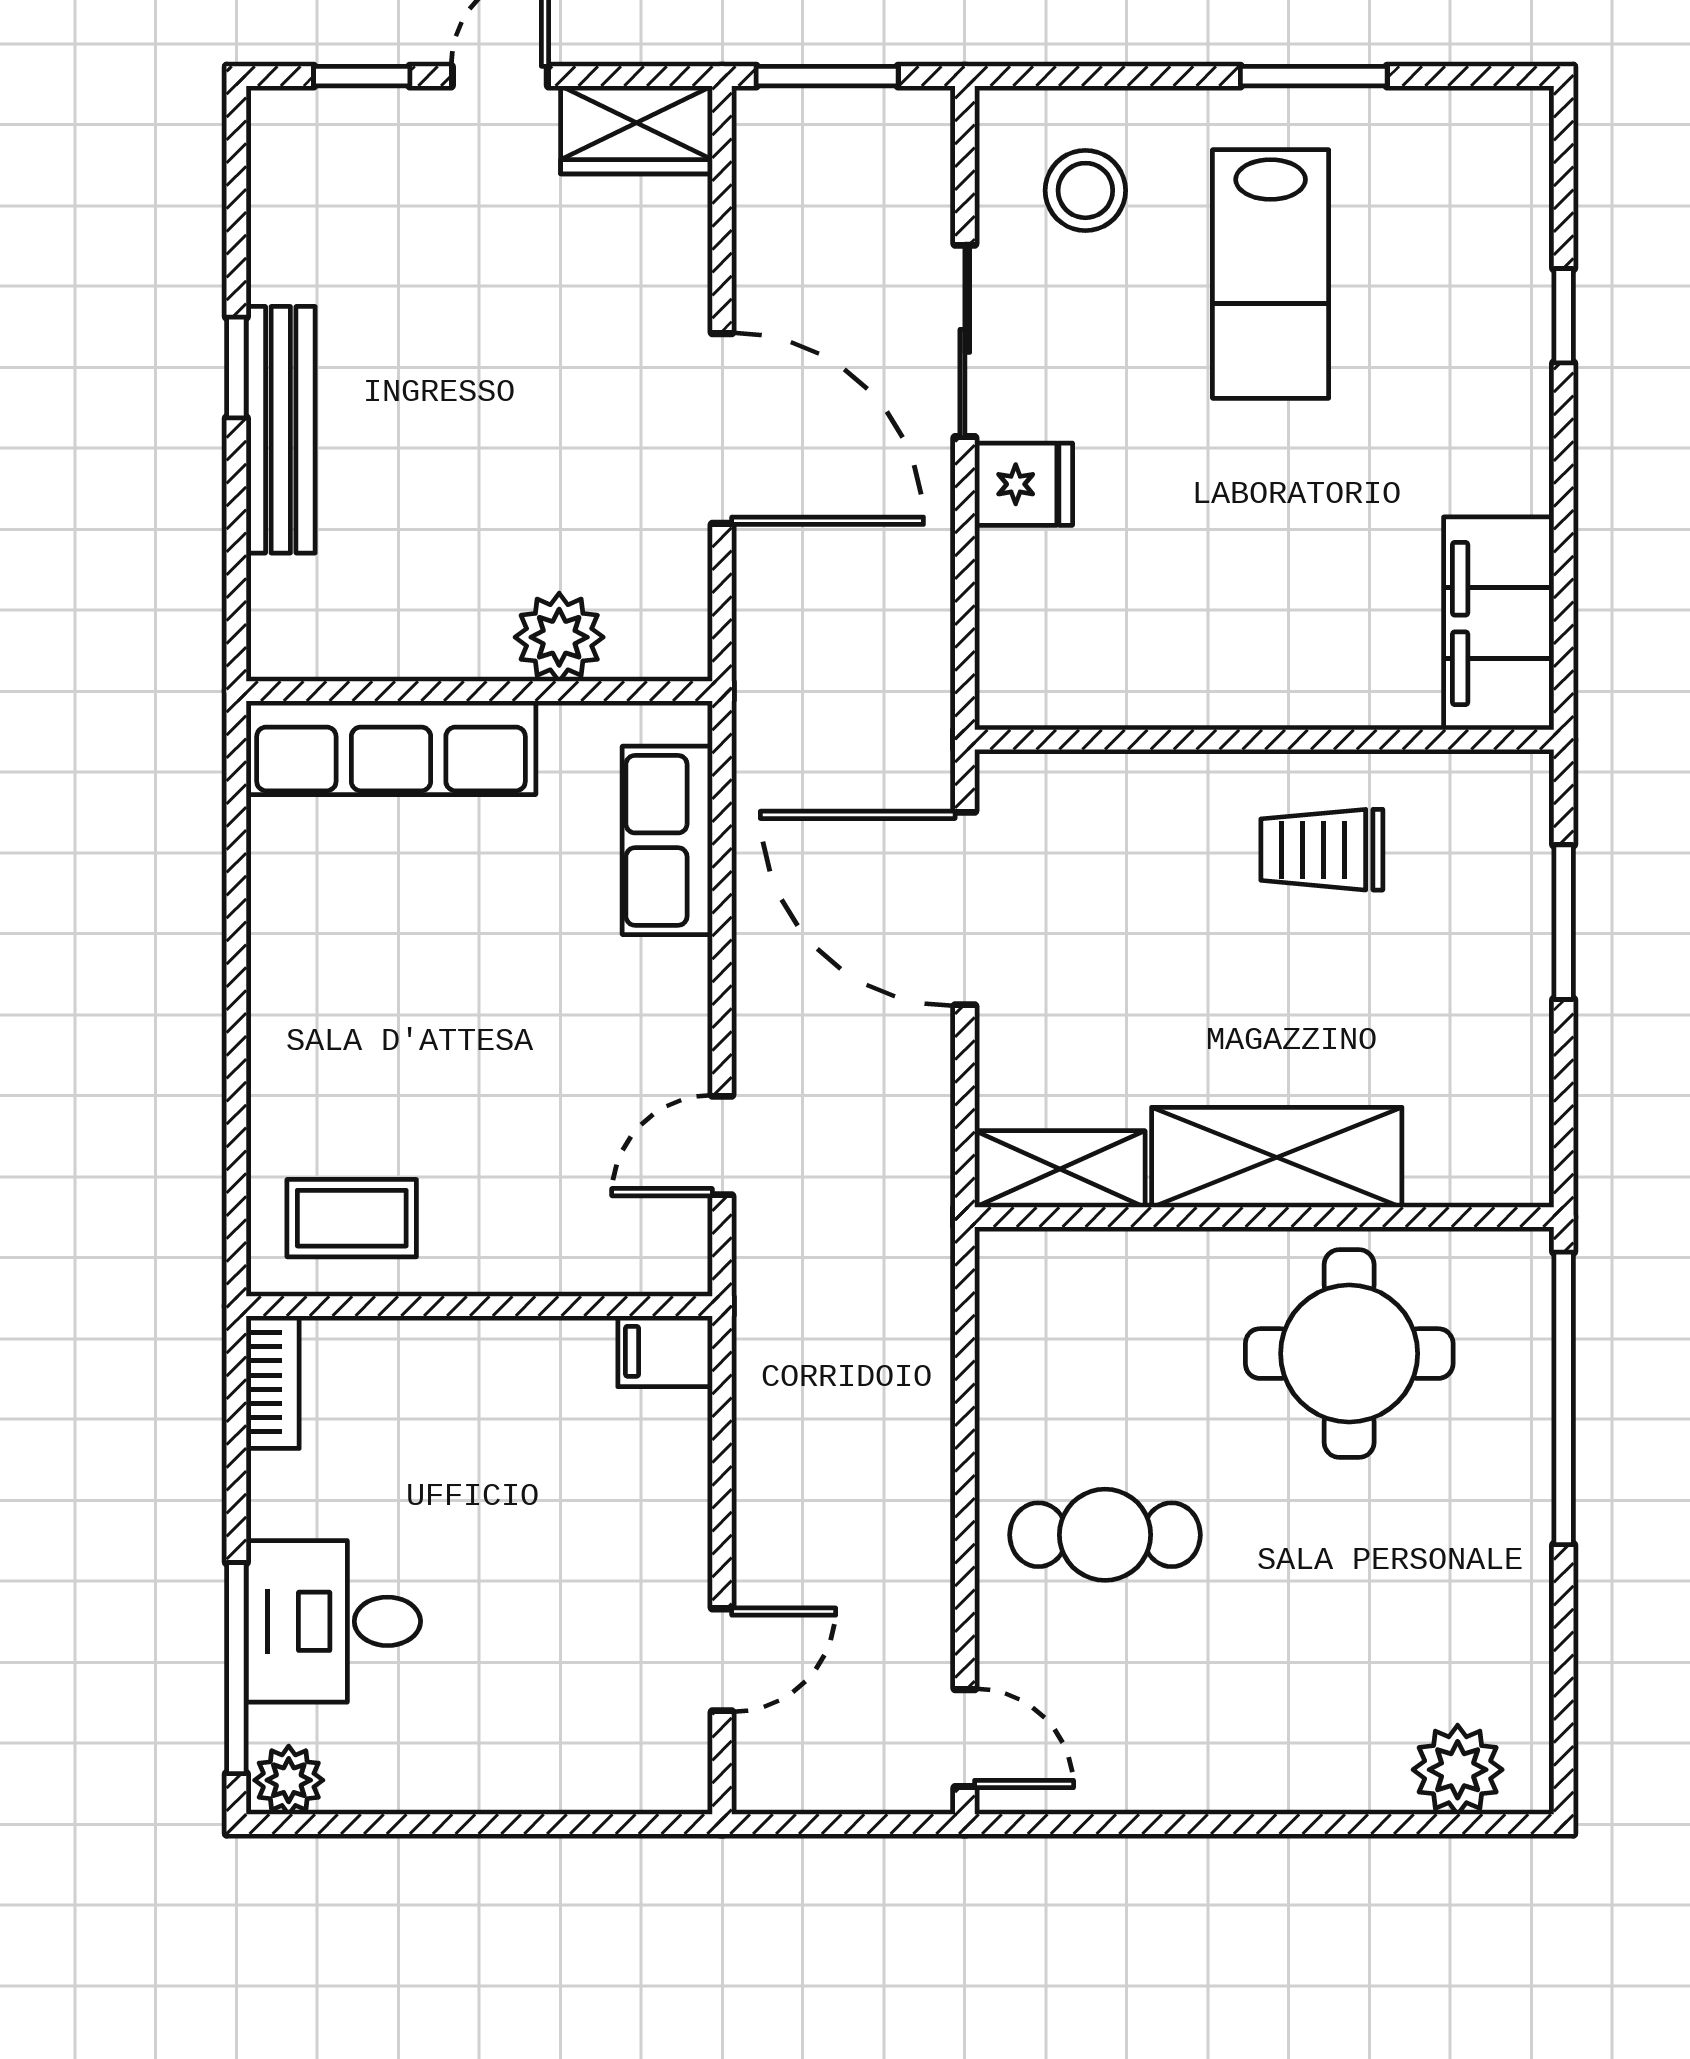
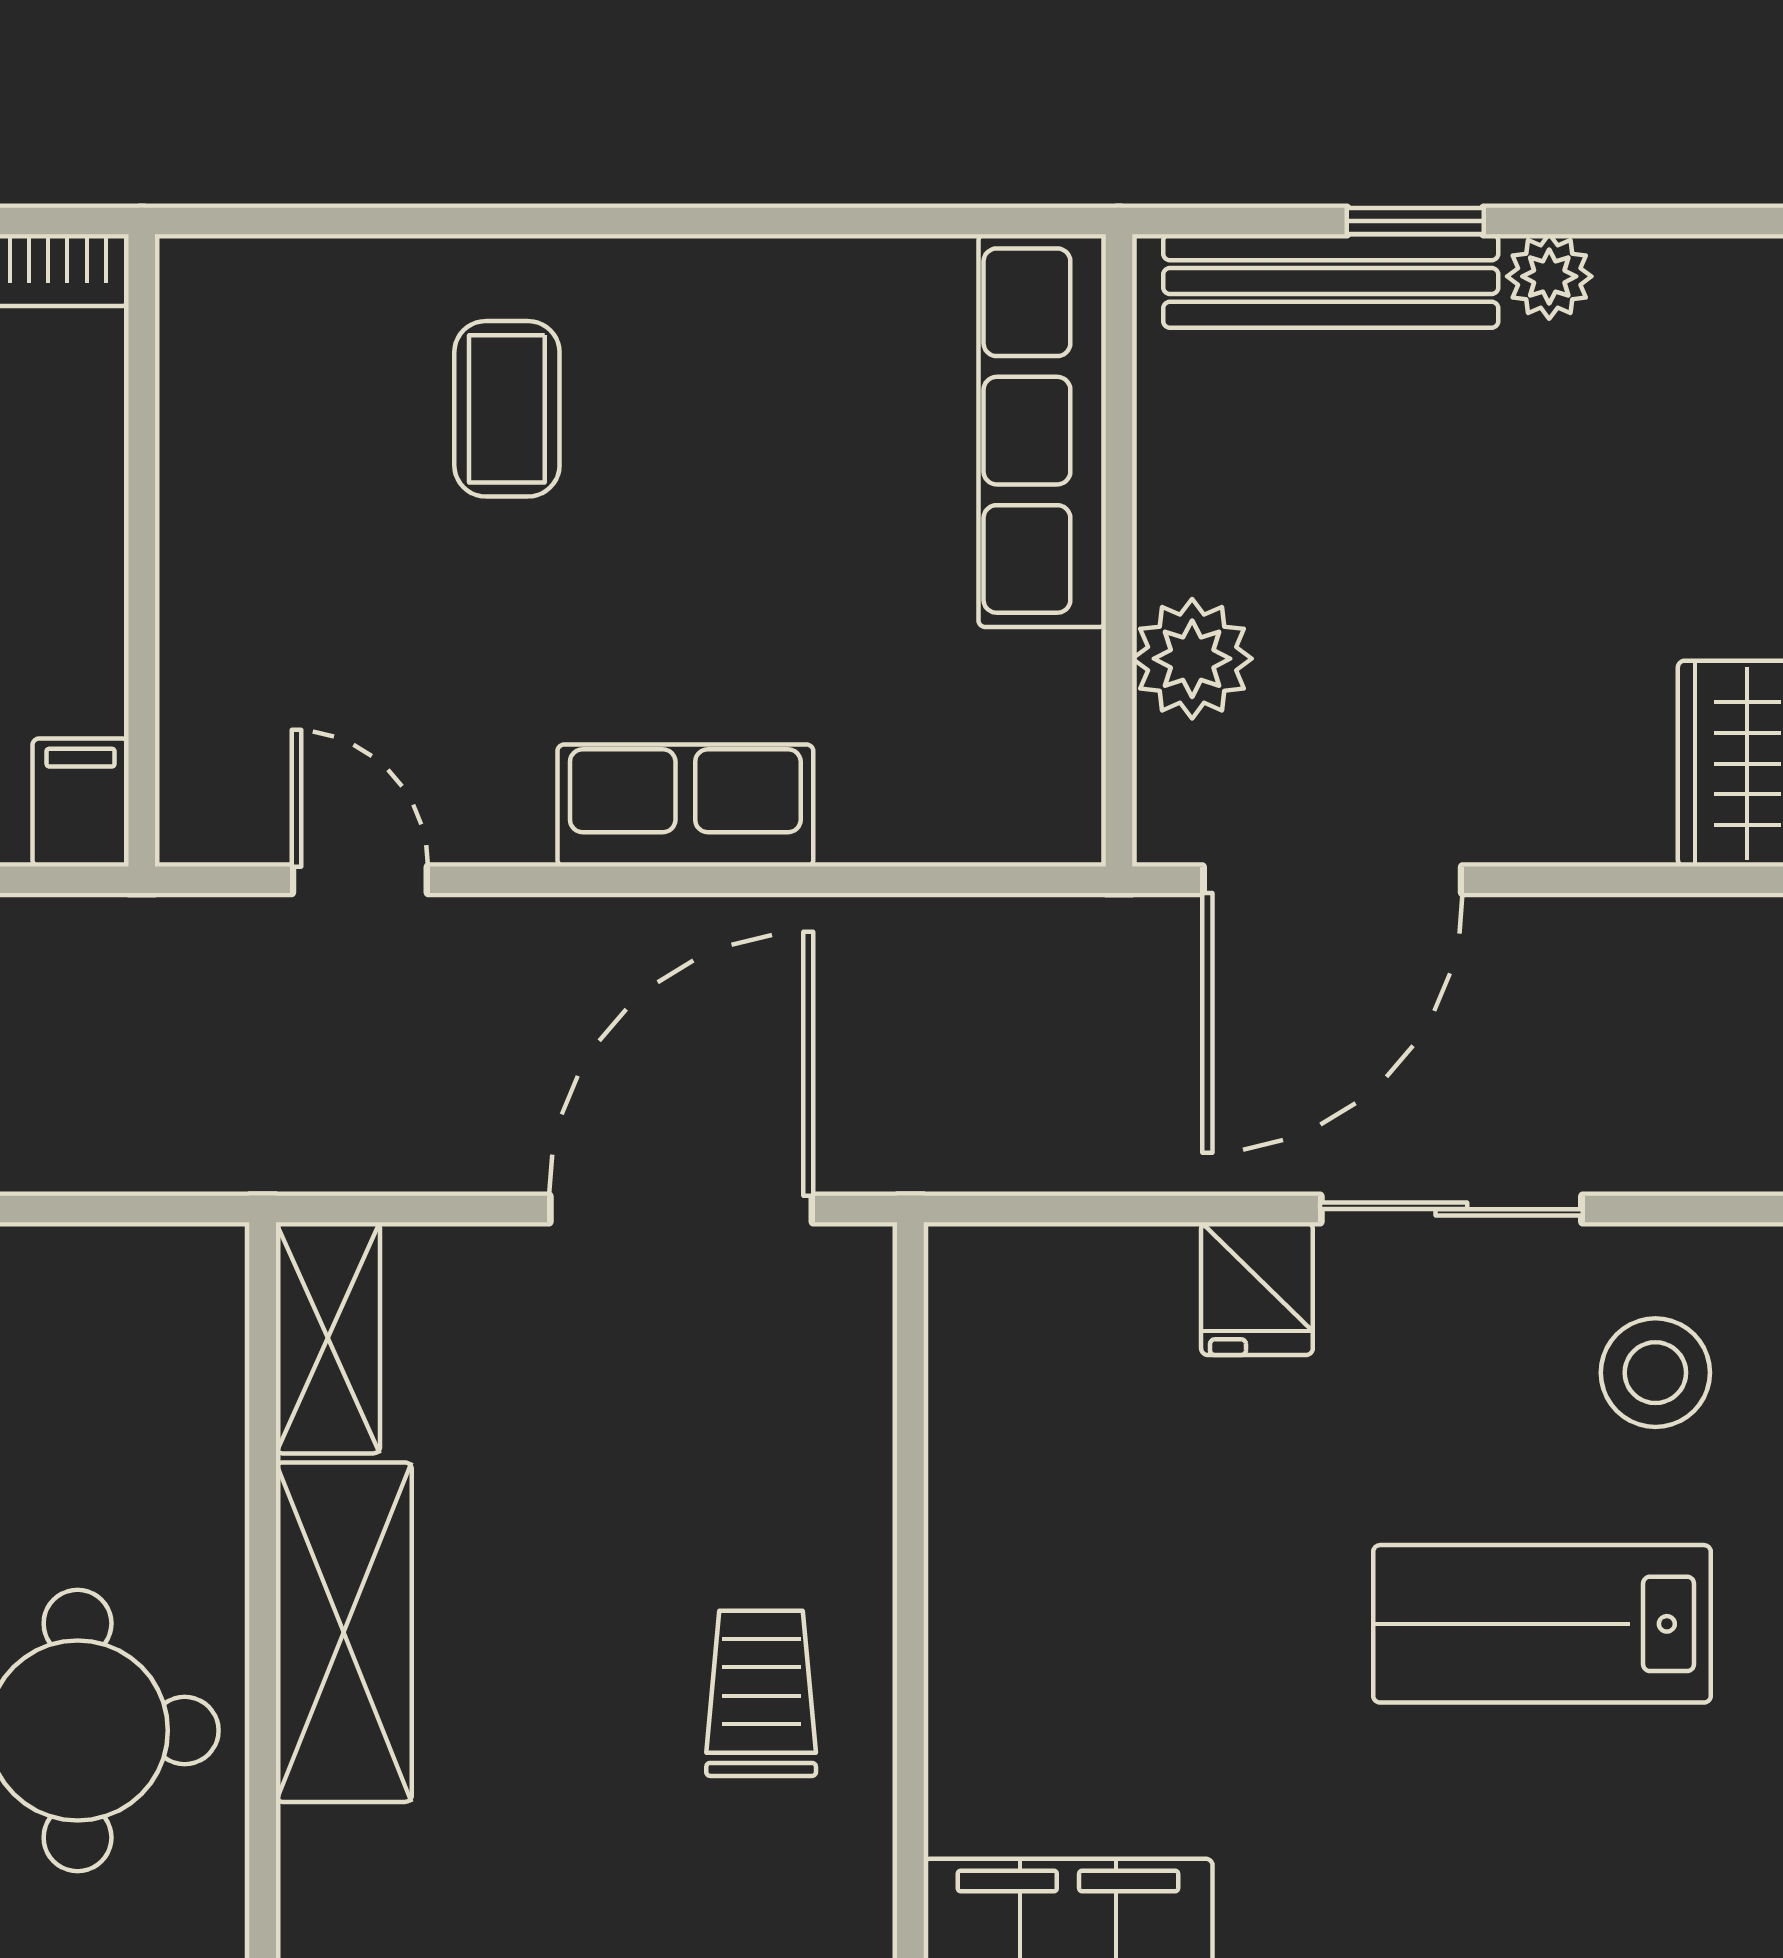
plant: (277, 269) -> (1549, 276), added
plant: (559, 637) -> (1192, 659), moved
wall: (479, 691) -> (1119, 550), moved
row of seats: (391, 748) -> (1042, 431), moved
row of seats: (667, 840) -> (685, 805), moved
coffee table: (352, 1218) -> (507, 409), moved

